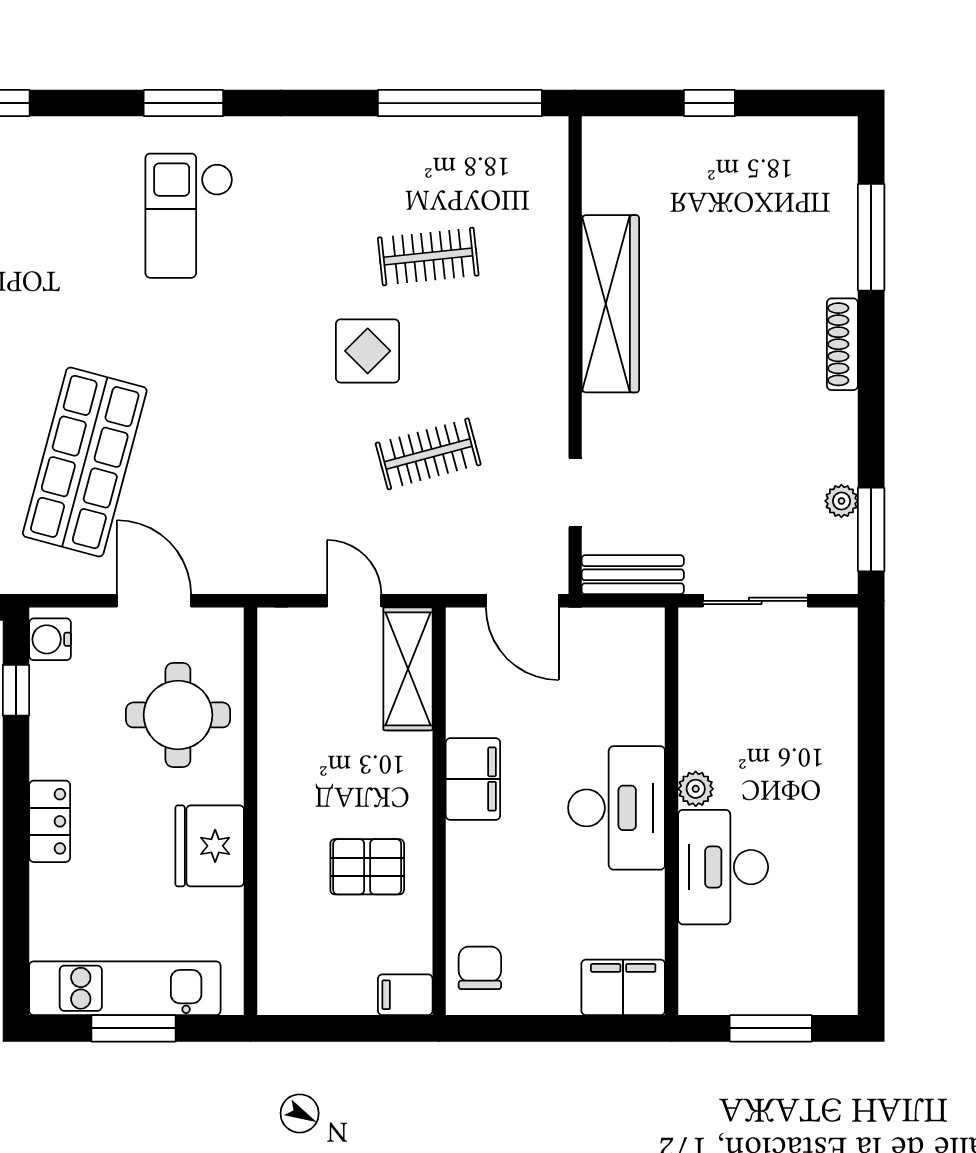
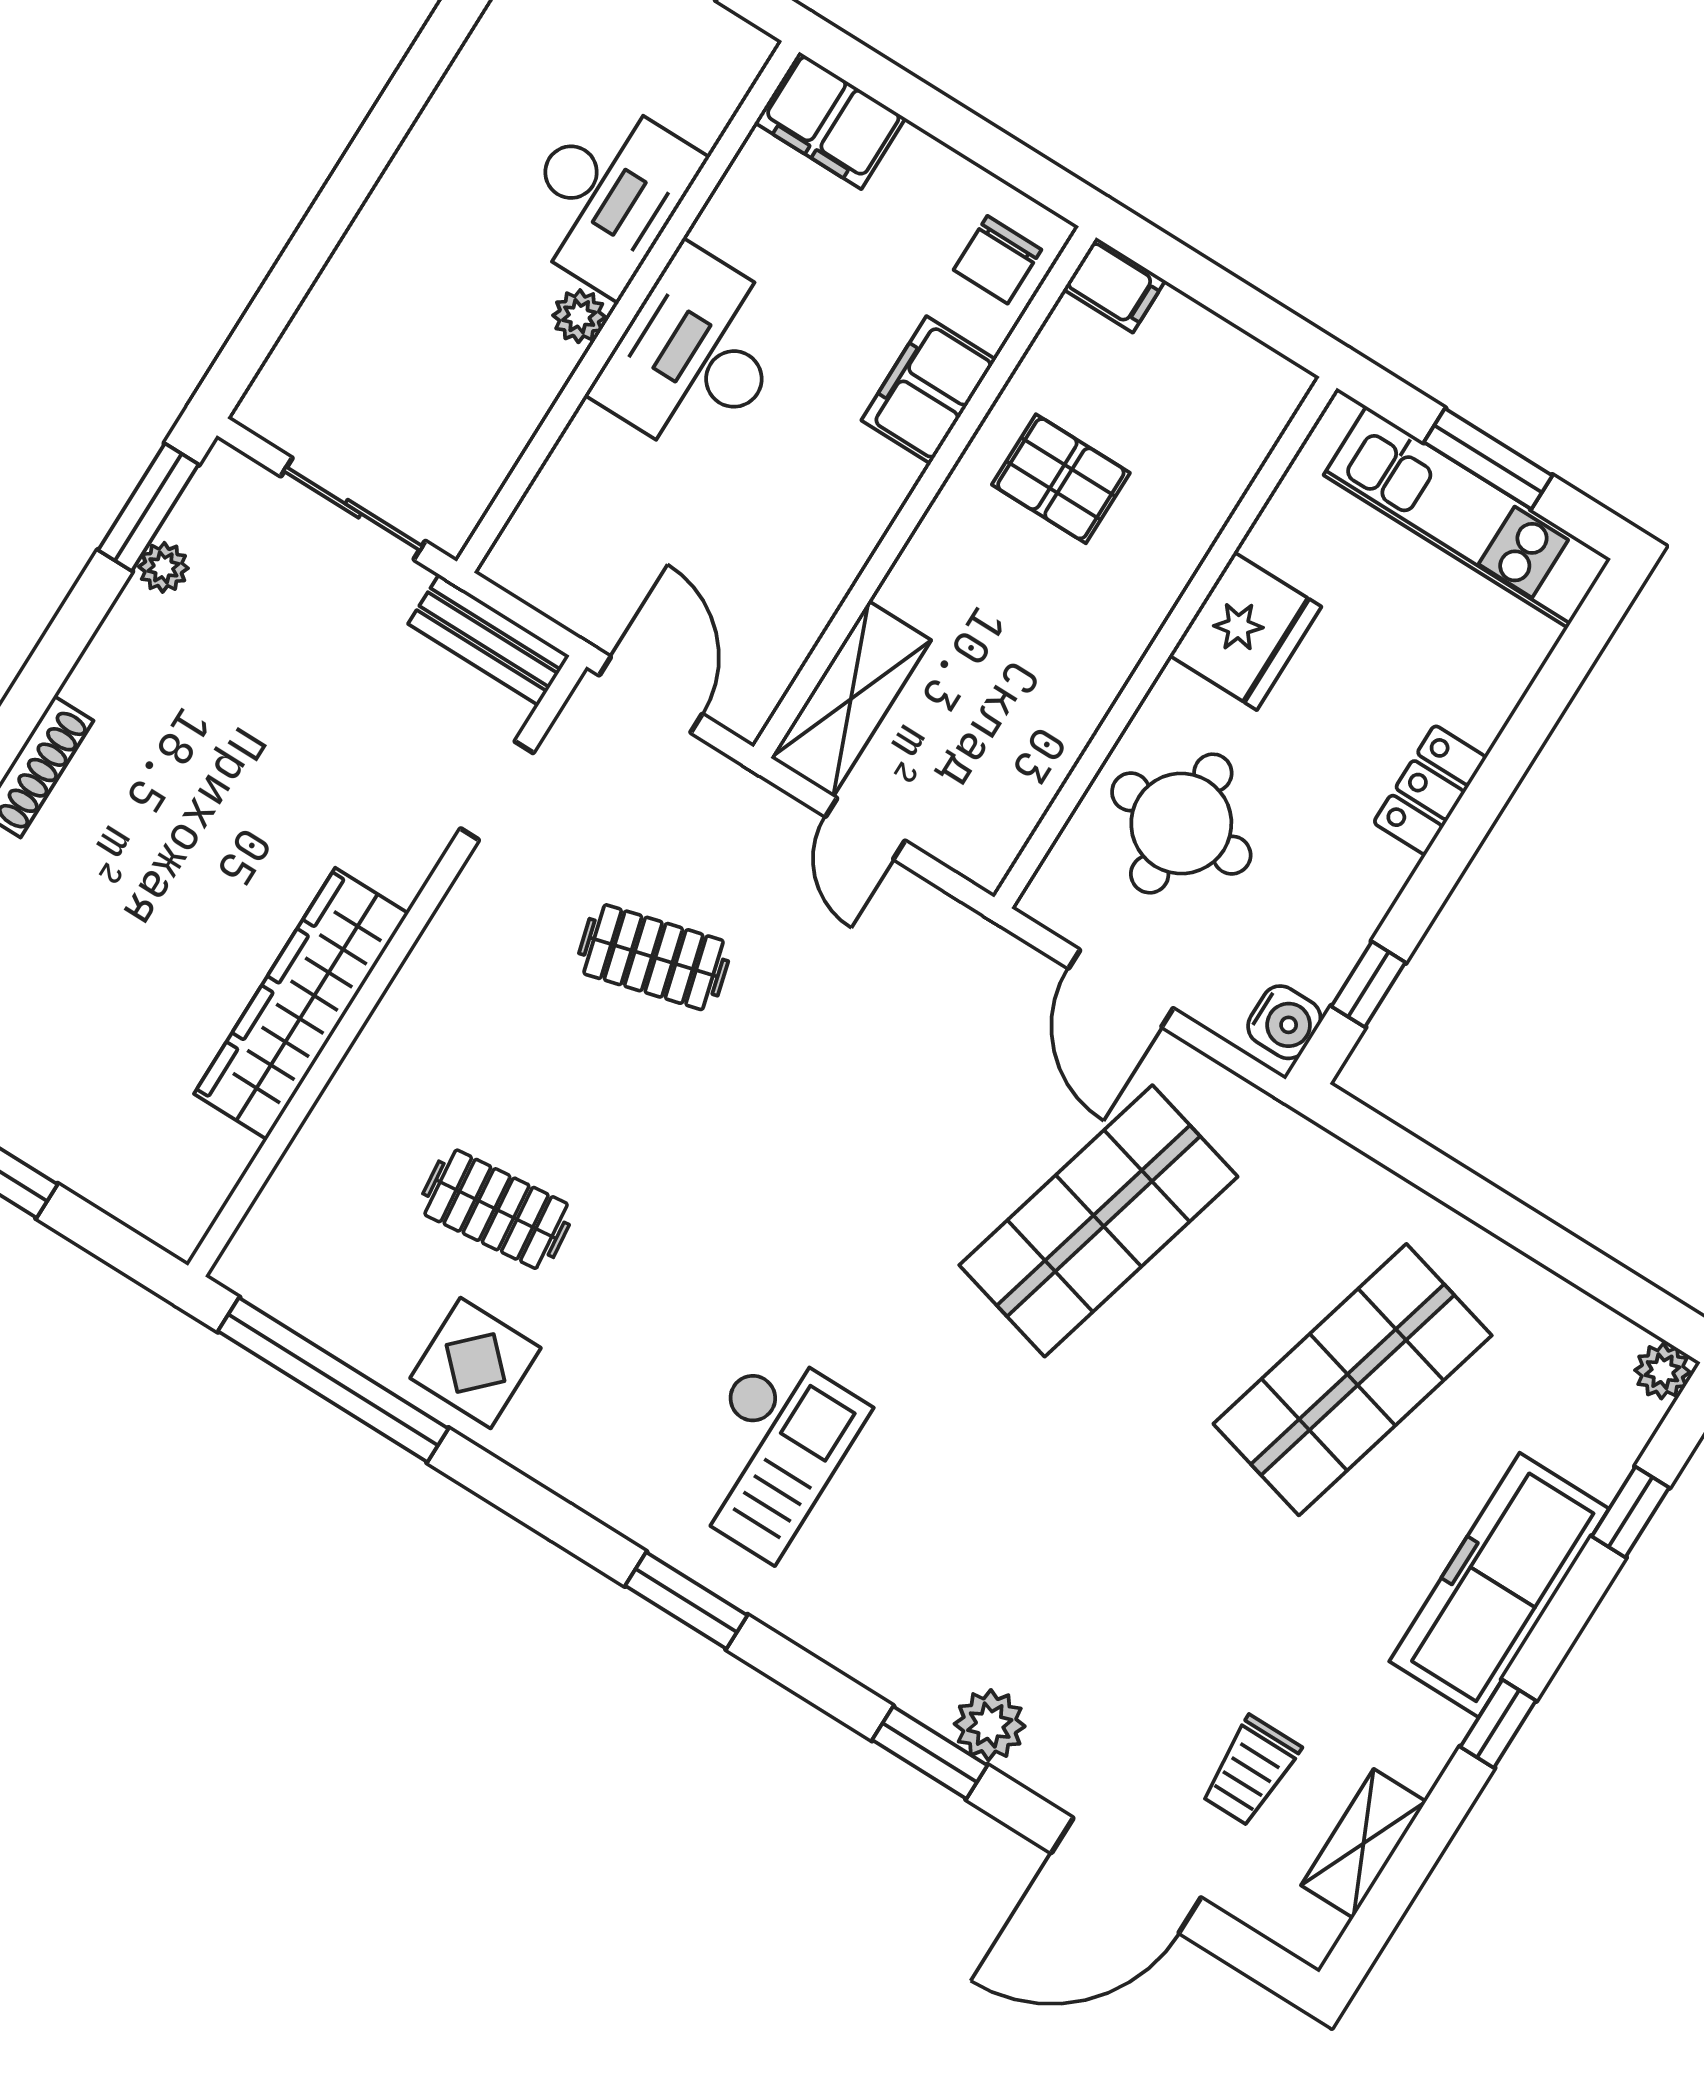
display table: (368, 351) -> (476, 1363), moved
filing cabinet: (473, 779) -> (929, 390), moved

